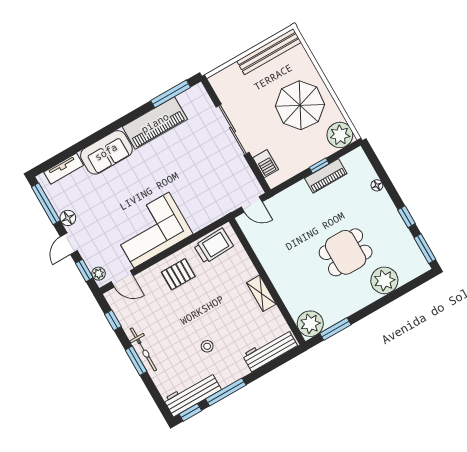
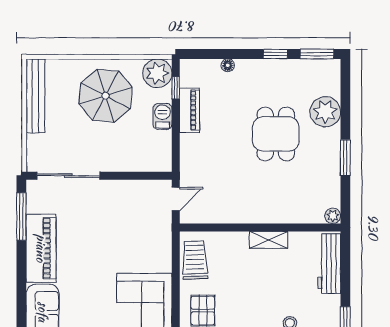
sliding door: (233, 130) -> (68, 176), moved
barbecue: (266, 164) -> (162, 116), moved, turned -90
window: (319, 166) -> (176, 88), moved
plant: (310, 324) -> (333, 216), width x0.53, depth x0.53
window: (335, 329) -> (345, 158), moved

